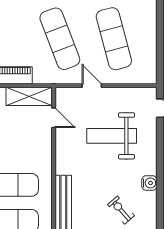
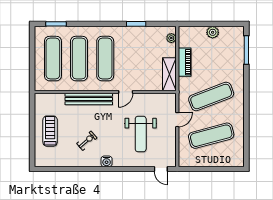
door: (54, 118) -> (126, 92), moved
weight bench: (112, 136) -> (141, 134), turned 180

